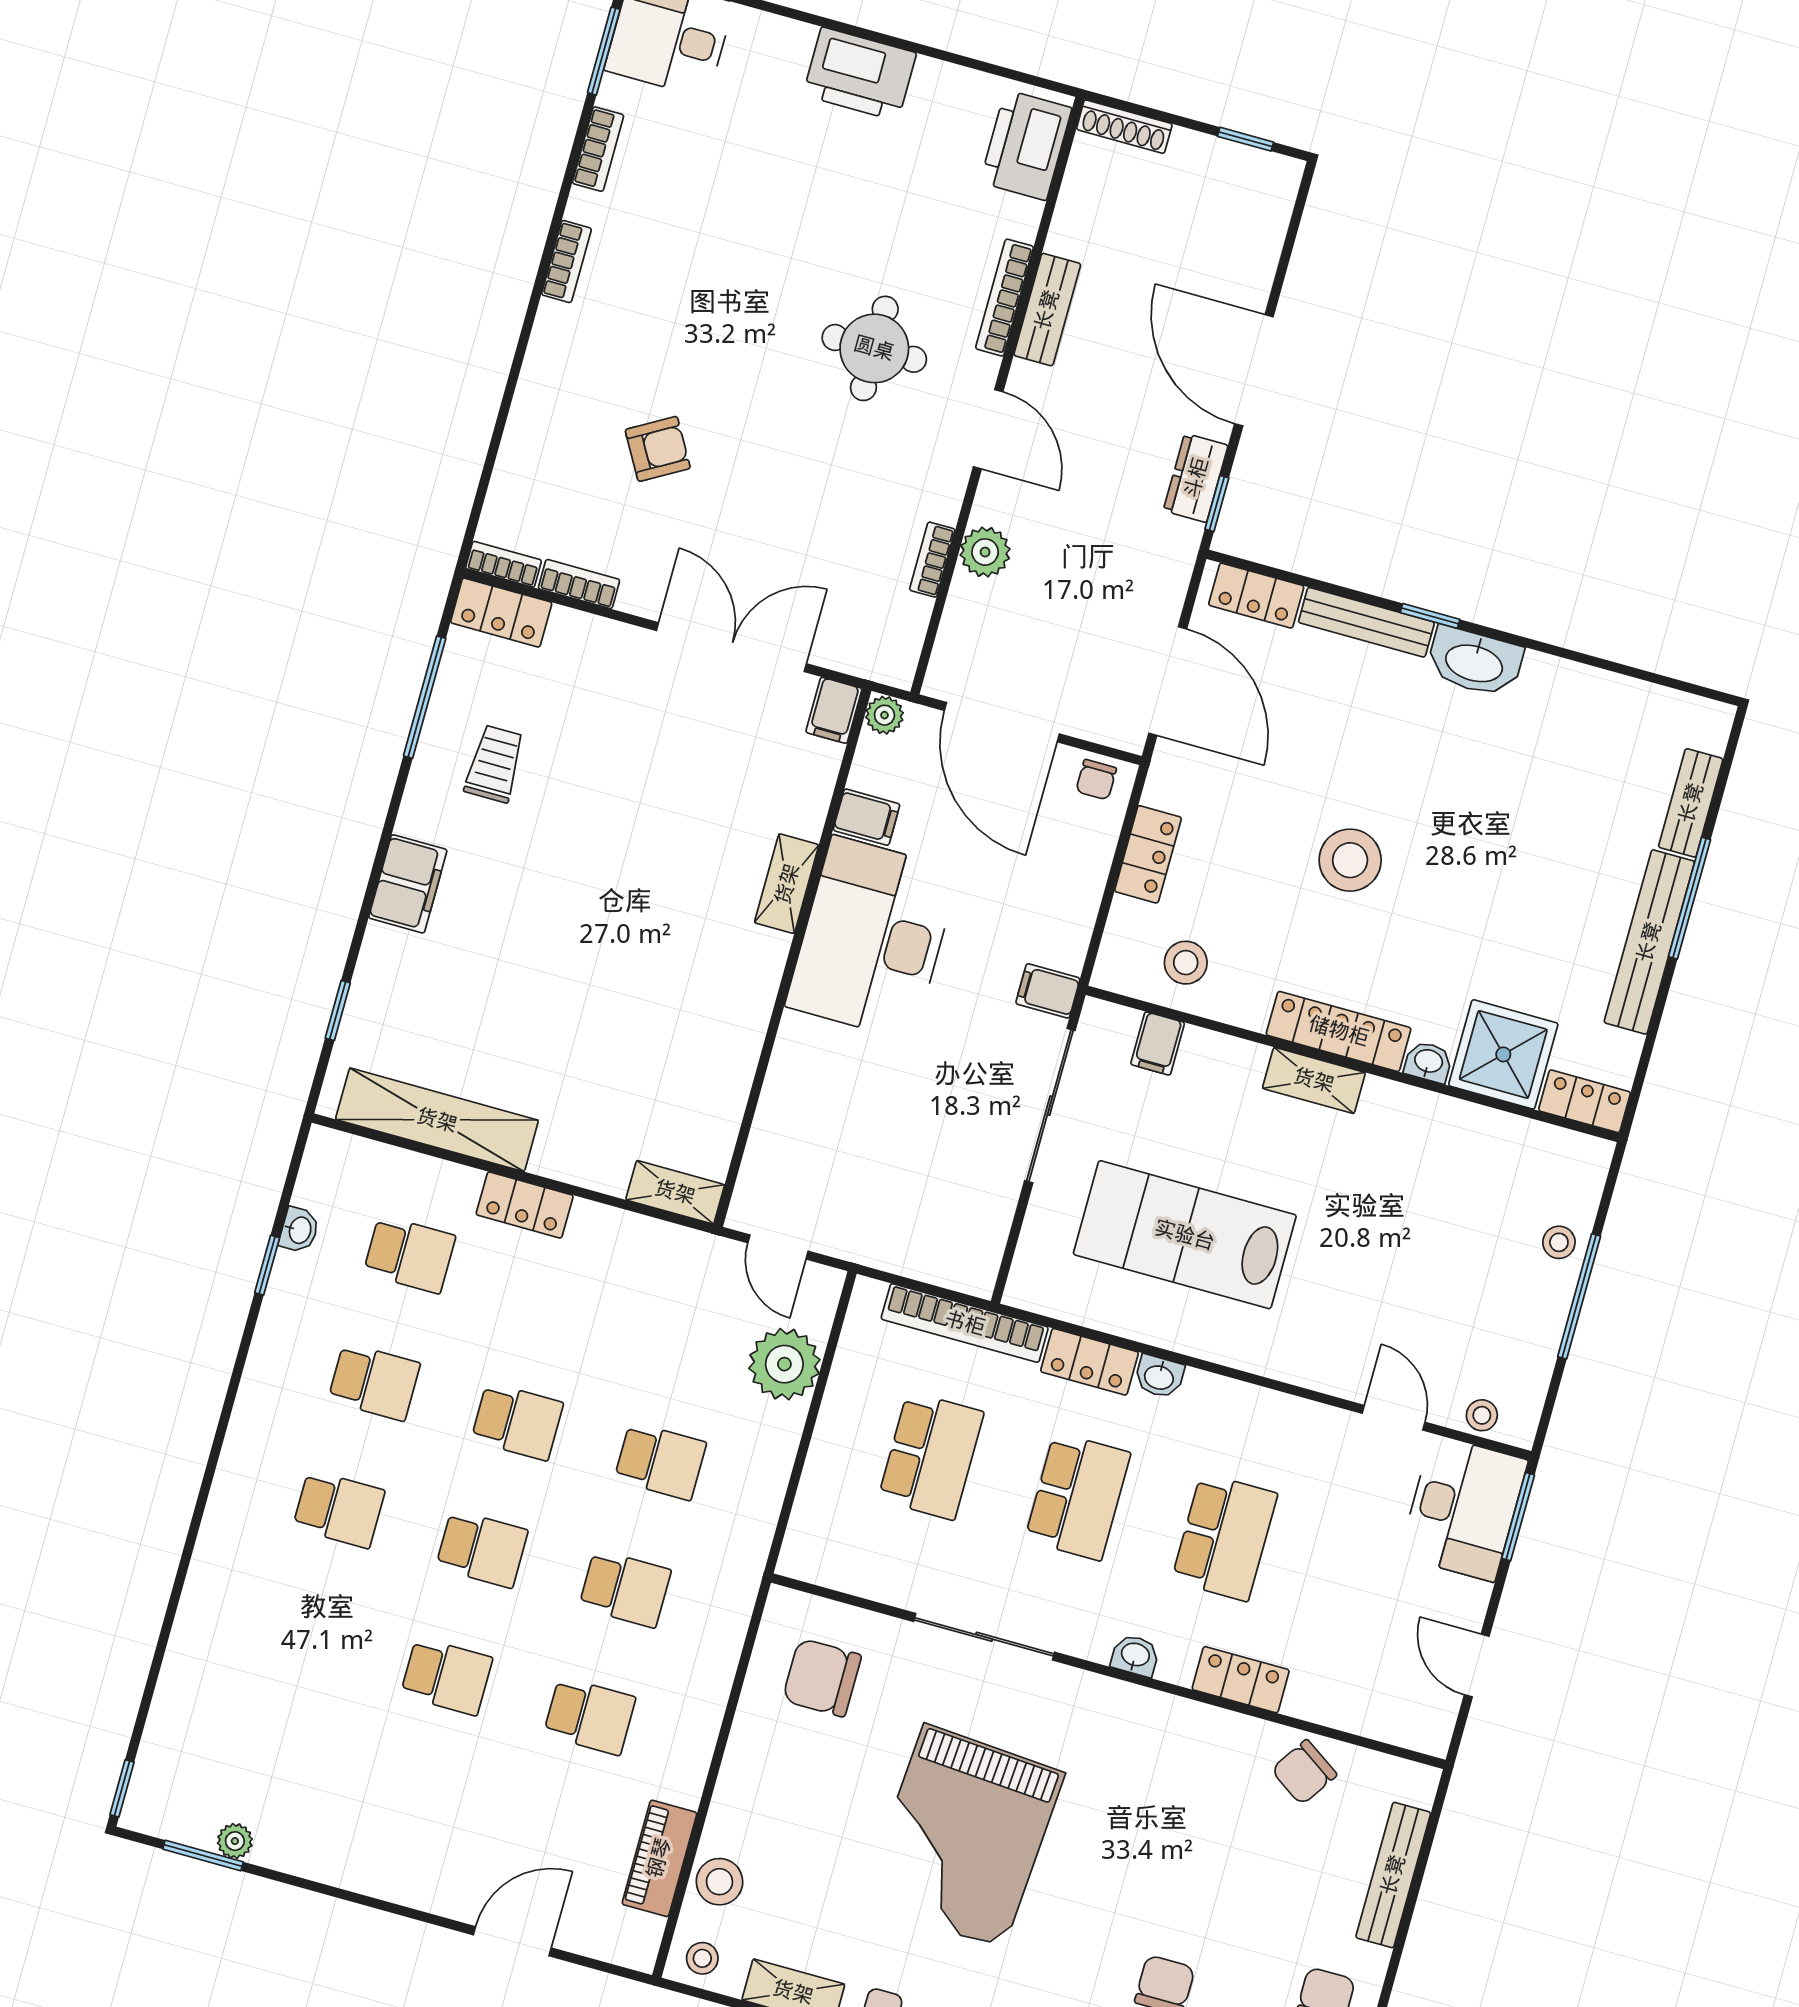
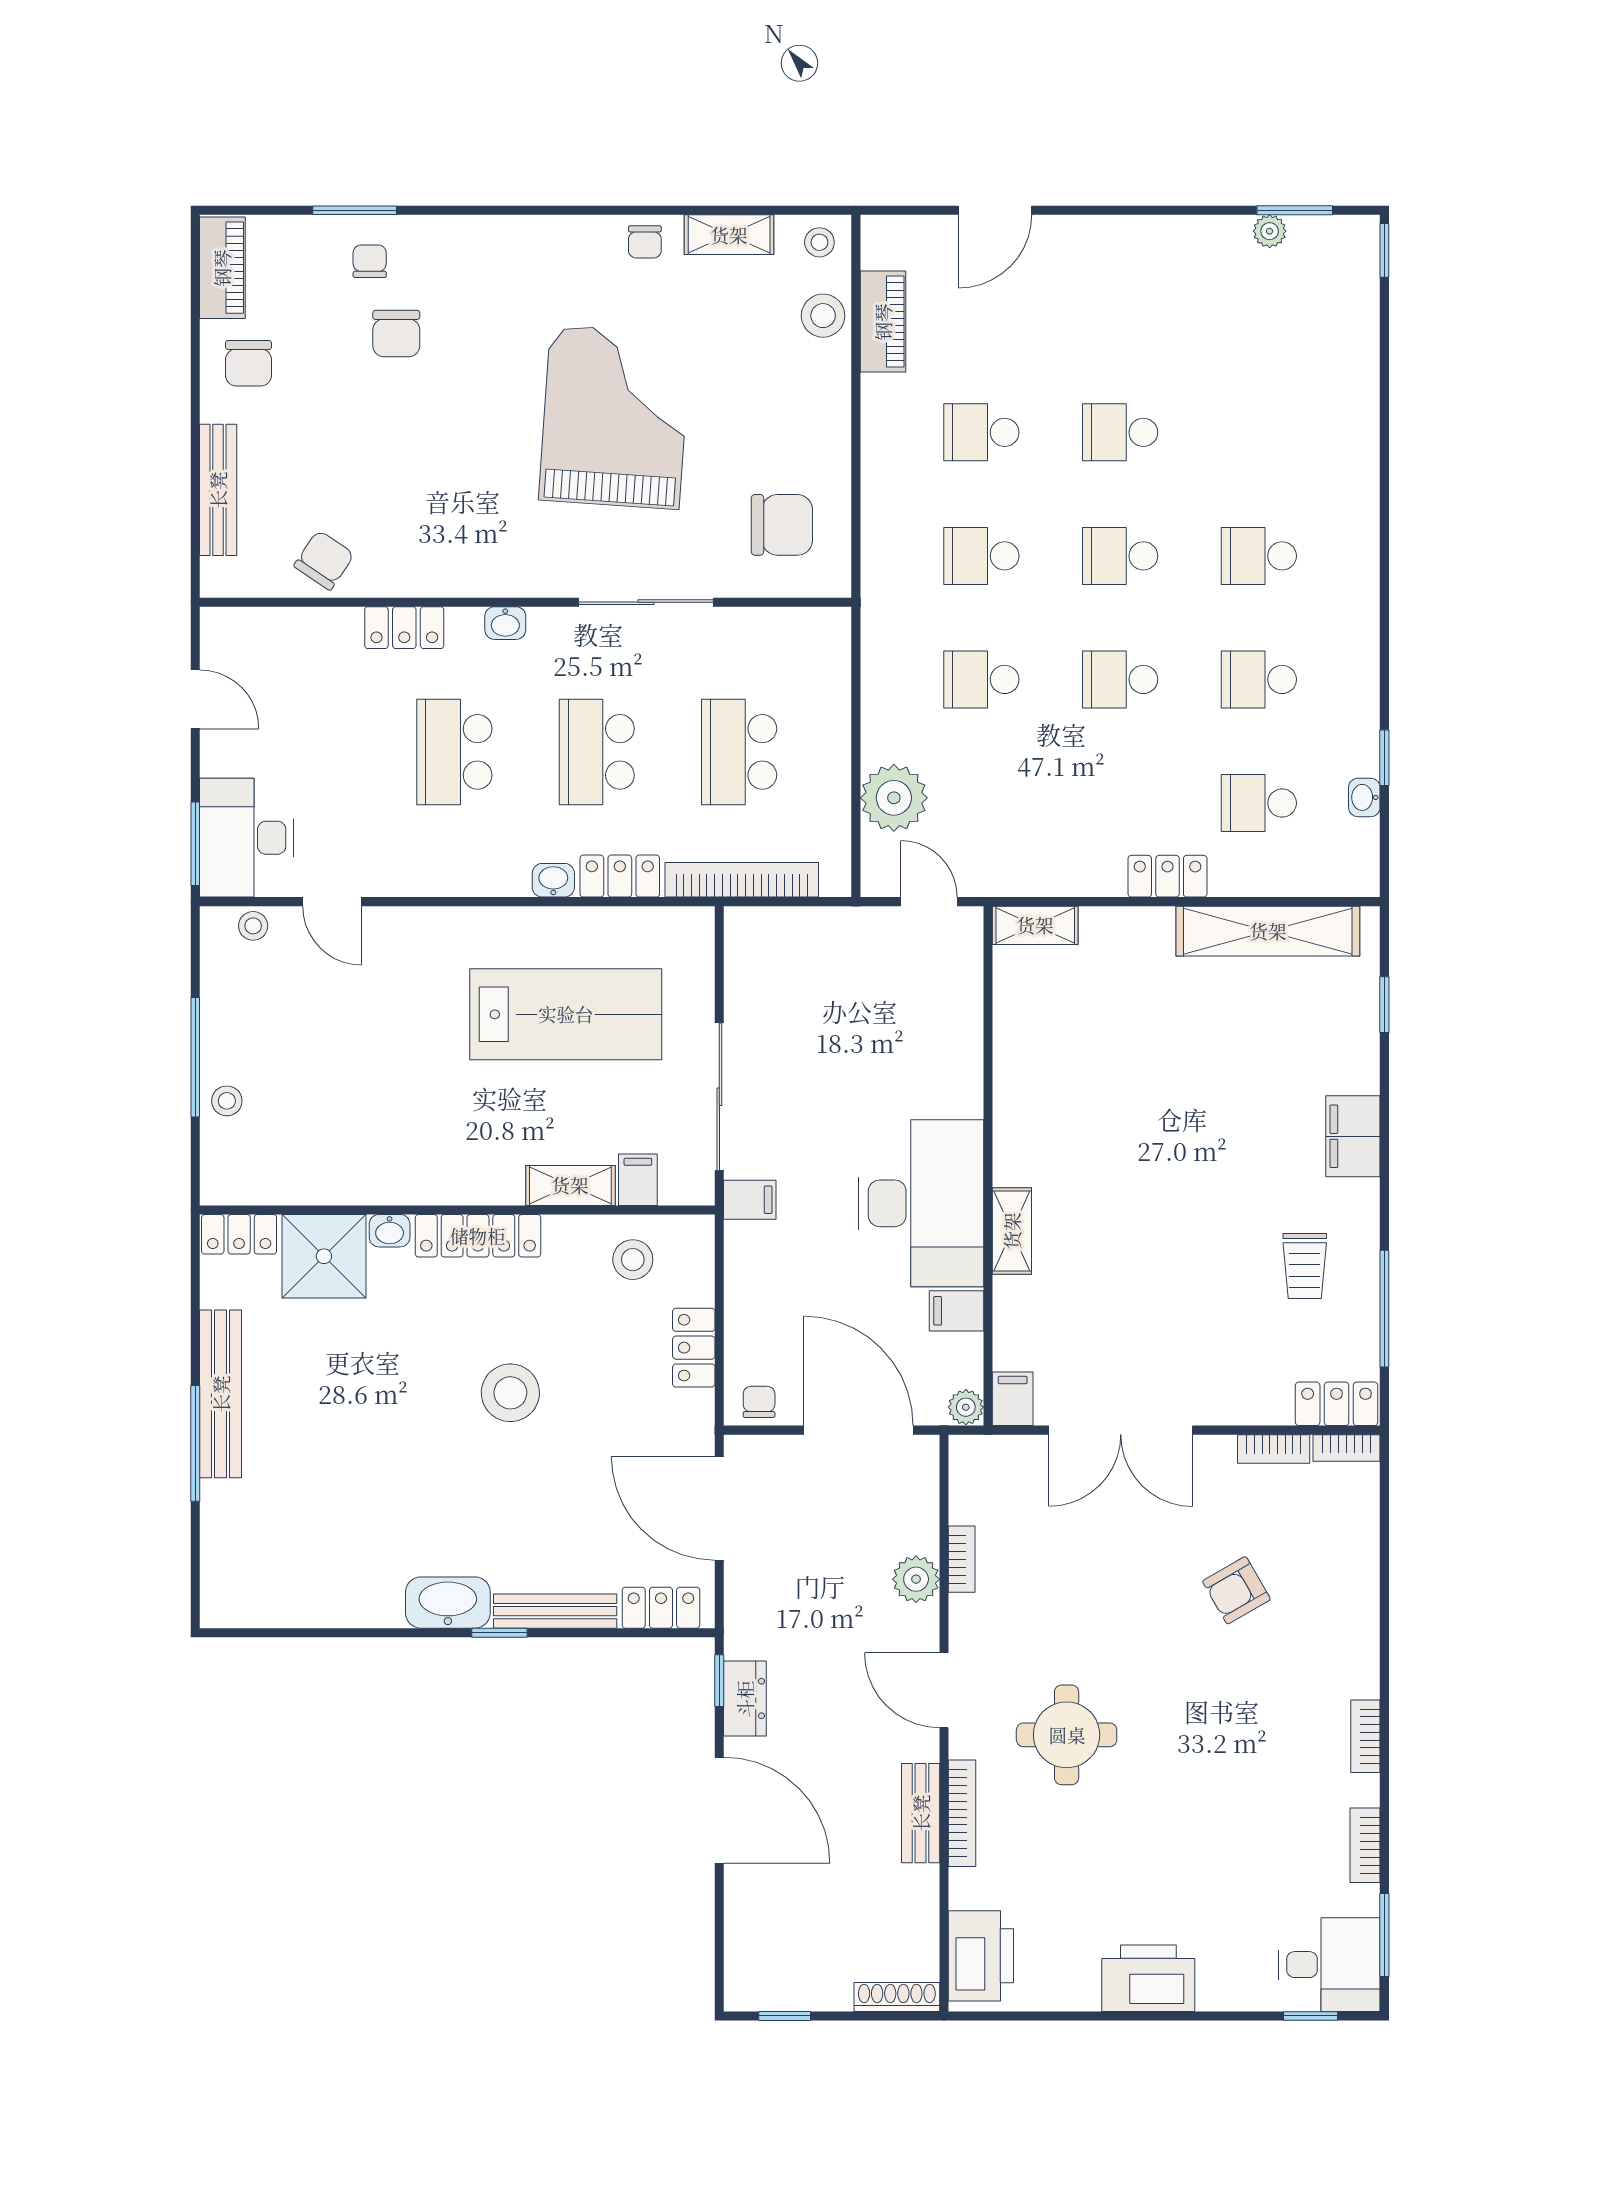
bench: (1691, 803) -> (218, 1529), removed
shelving: (1314, 1080) -> (570, 1185), moved

